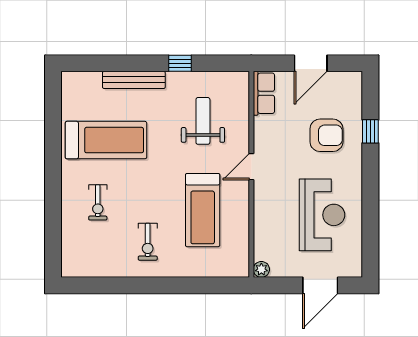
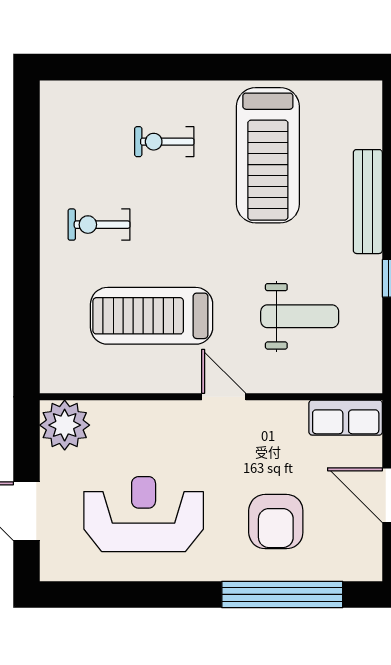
window: (370, 131) -> (282, 594), width x3.17
reception desk: (322, 215) -> (144, 514), turned 180
plant: (261, 269) -> (65, 425), width x1.88, depth x1.88

